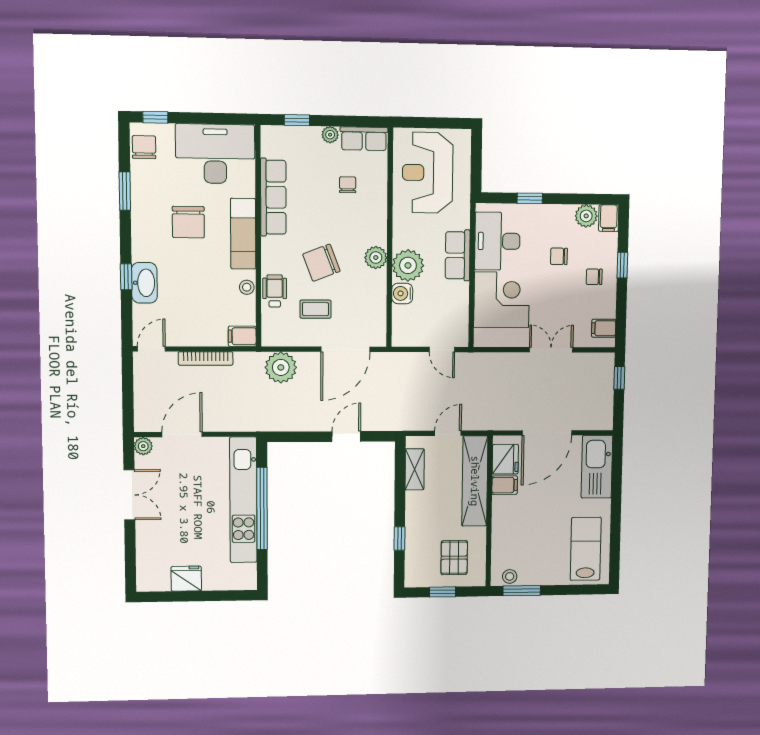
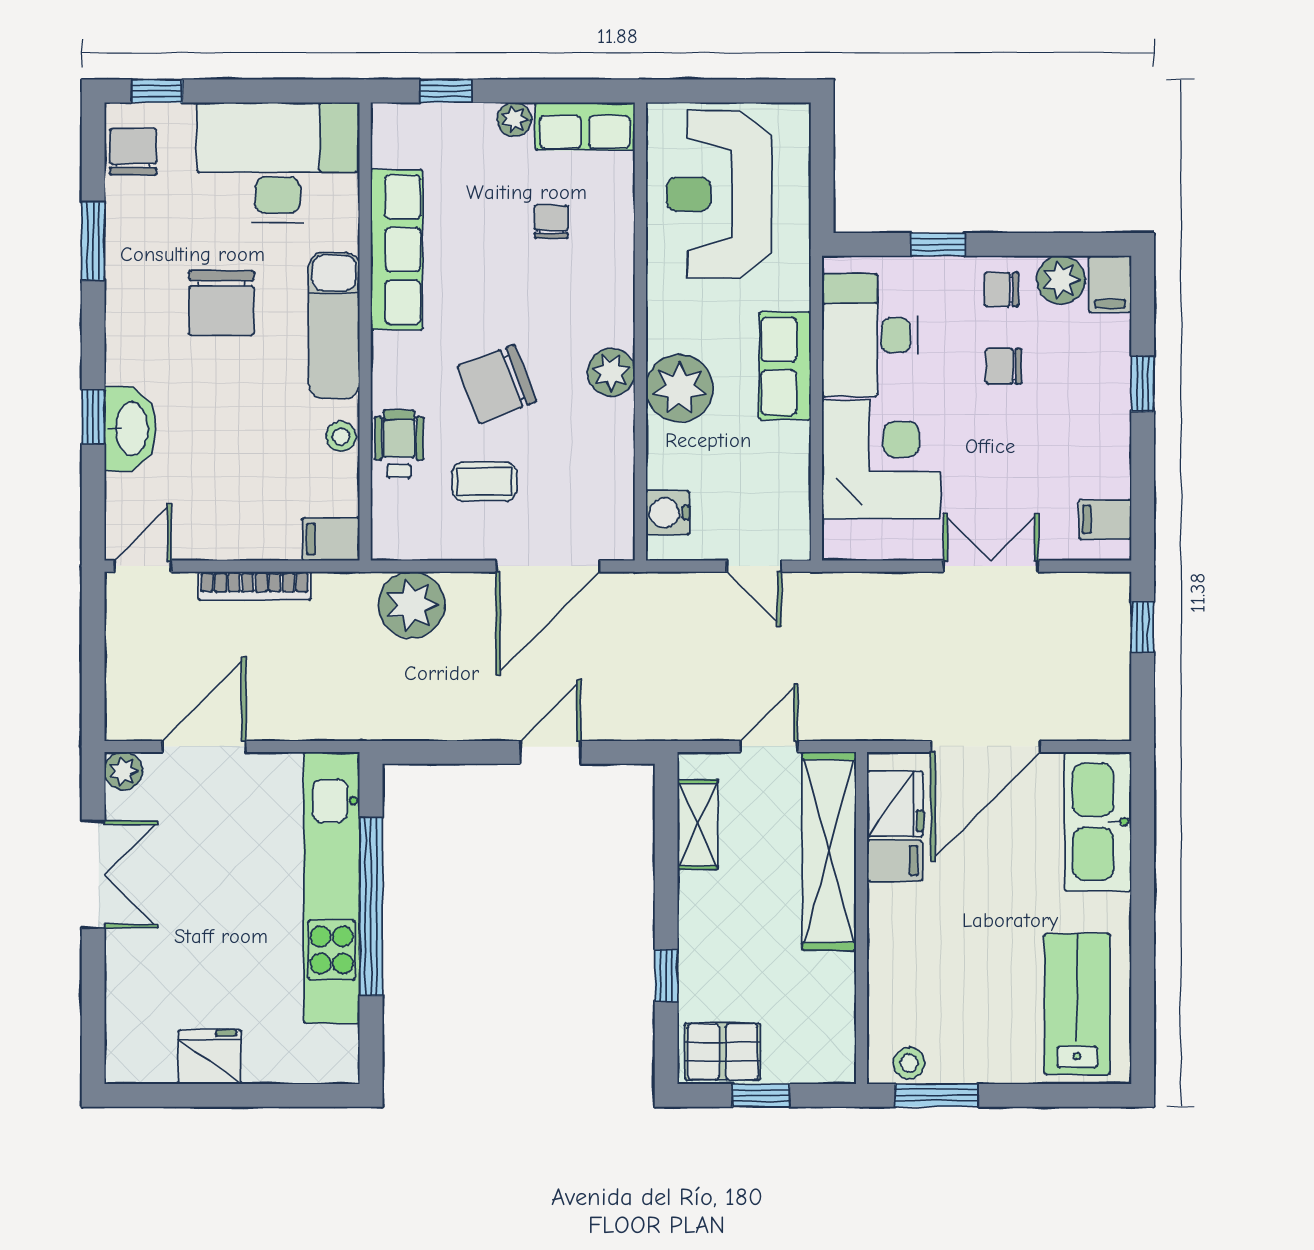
chair: (594, 277) -> (1001, 289), moved
water cooler: (402, 293) -> (668, 513), moved
pallet: (454, 558) -> (723, 1052), moved, turned 90

